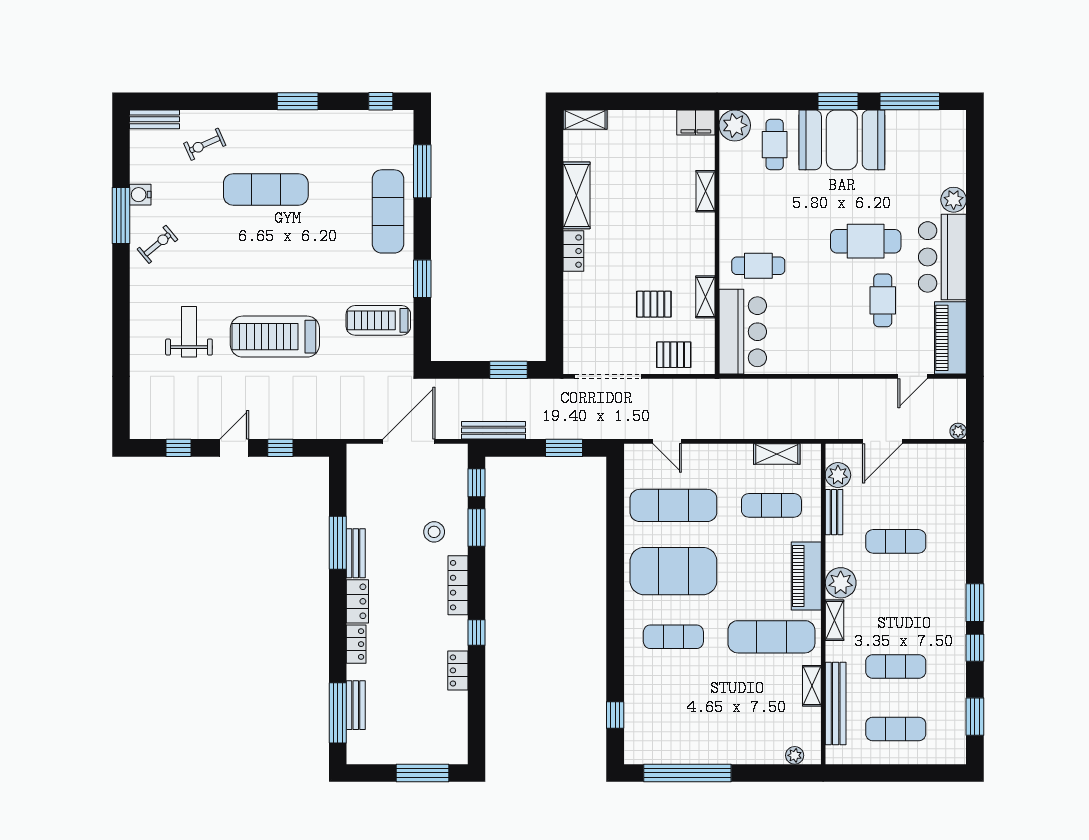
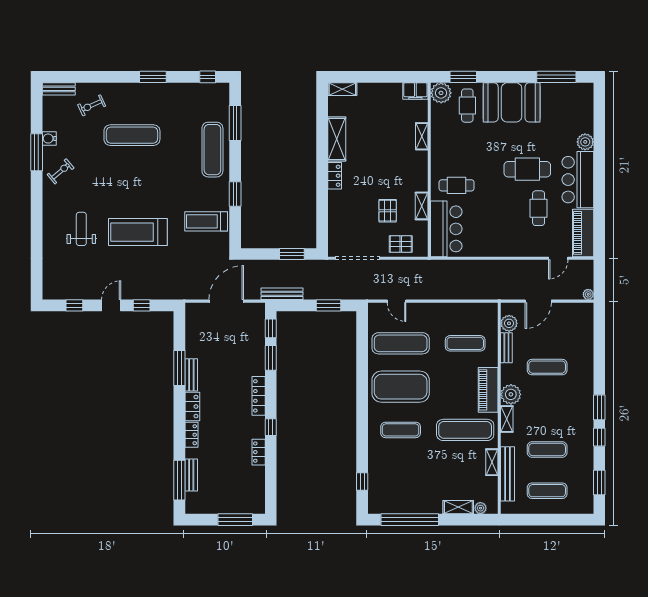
window: (838, 101) -> (463, 77), moved
pallet: (654, 304) -> (388, 211), turned 90
shelving: (777, 454) -> (458, 507), moved
stool: (434, 532) -> (243, 361), removed

